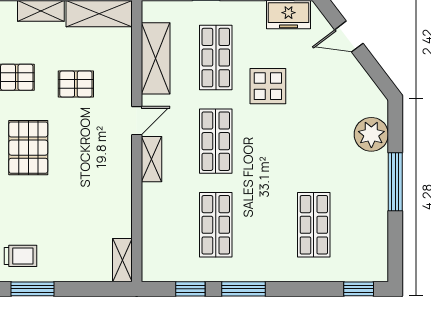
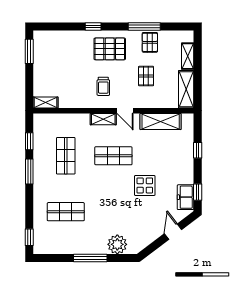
shop shelf: (216, 58) -> (161, 156), removed
shop shelf: (216, 225) -> (66, 156), turned 90
trolley: (21, 256) -> (103, 86), moved

